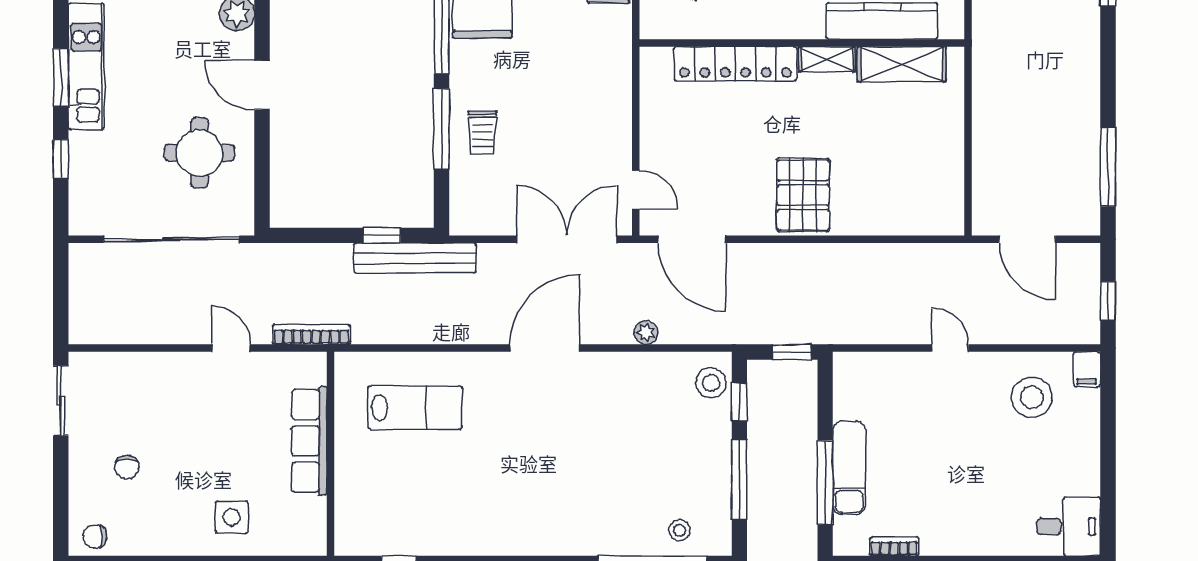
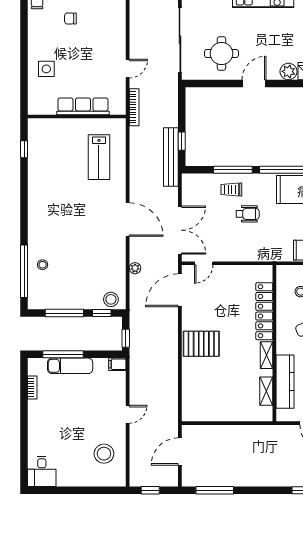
shelving: (902, 64) -> (266, 391), width x0.67, depth x0.75
wheelchair: (533, 99) -> (248, 214), added
filing cabinet: (1087, 369) -> (117, 364), moved
stool: (679, 530) -> (43, 265), moved

